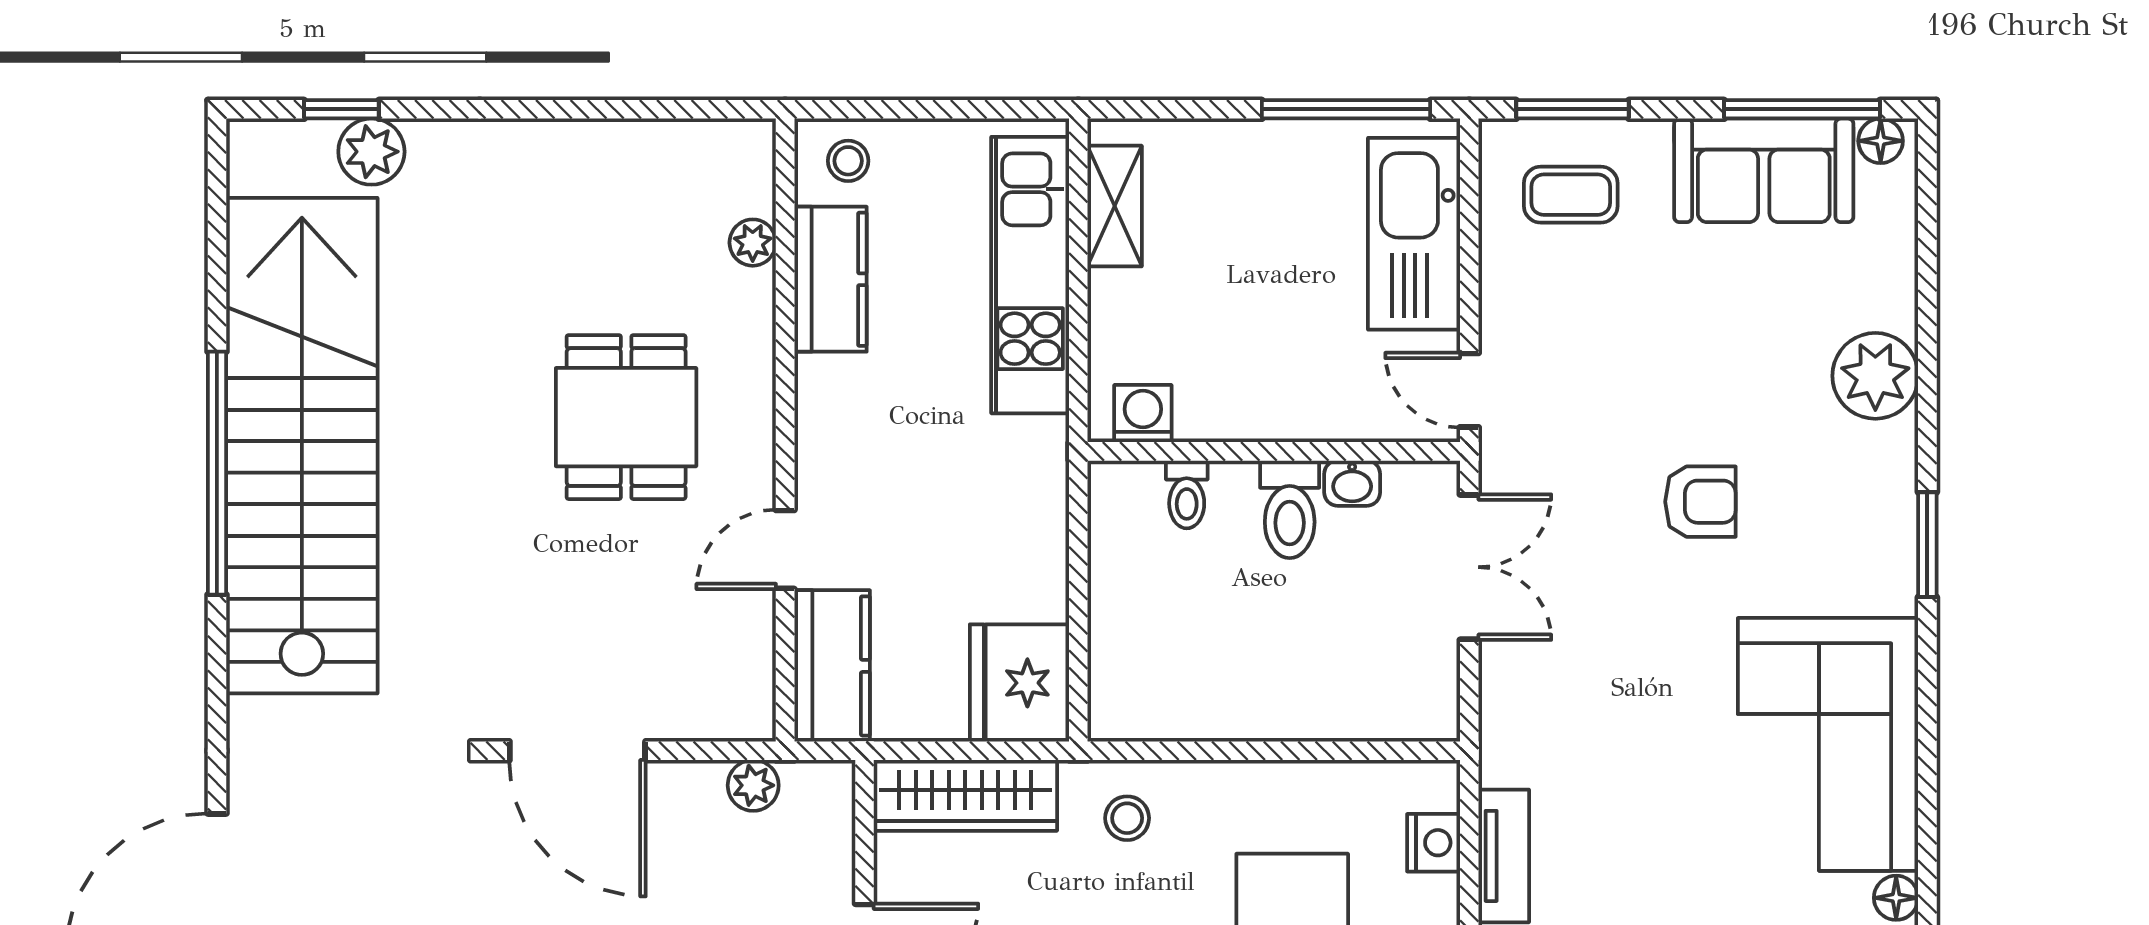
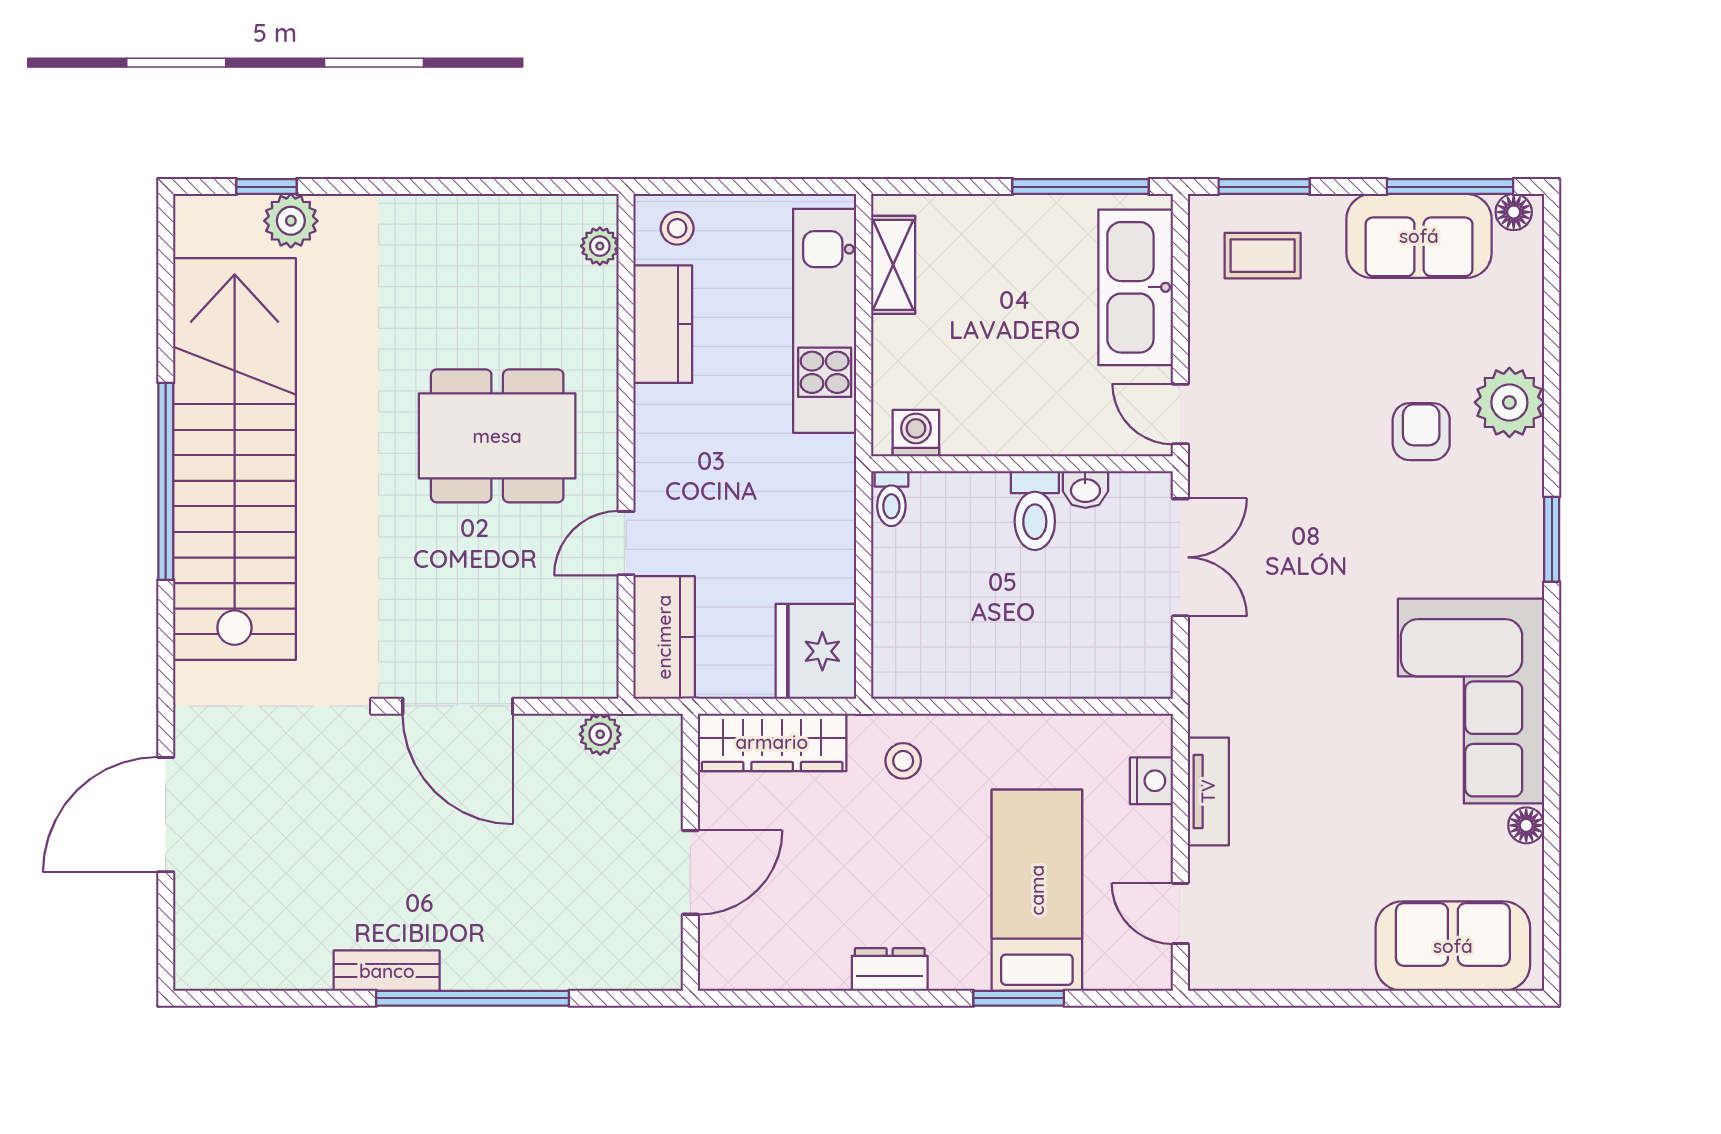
plant: (753, 243) -> (600, 246), moved
dining table: (626, 417) -> (497, 436), width x1.37
toilet: (1187, 494) -> (891, 499), moved
armchair: (1700, 502) -> (1421, 432), moved, turned -90

